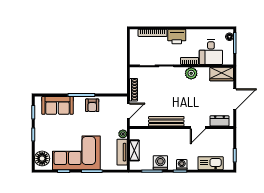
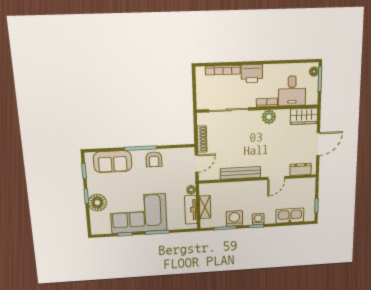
floor lamp: (42, 158) -> (97, 203), moved

